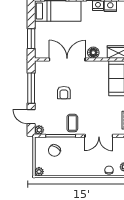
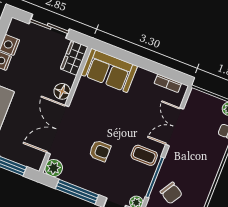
plant: (41, 67) -> (54, 168), added
double door: (99, 136) -> (175, 127), swing flipped

